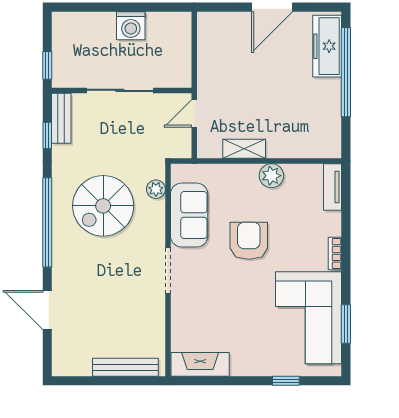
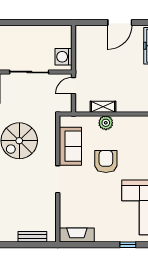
washing machine: (131, 26) -> (63, 57), moved, turned 90
plant: (271, 176) -> (106, 123), moved
plant: (156, 189) -> (51, 131), removed
bench: (125, 367) -> (32, 237), width x0.73

